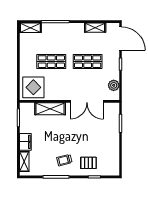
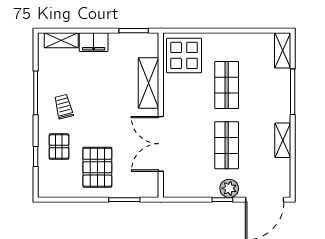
shelving: (95, 28) -> (283, 140), moved
plant: (114, 85) -> (229, 188), moved
pallet: (101, 140) -> (97, 167), added

